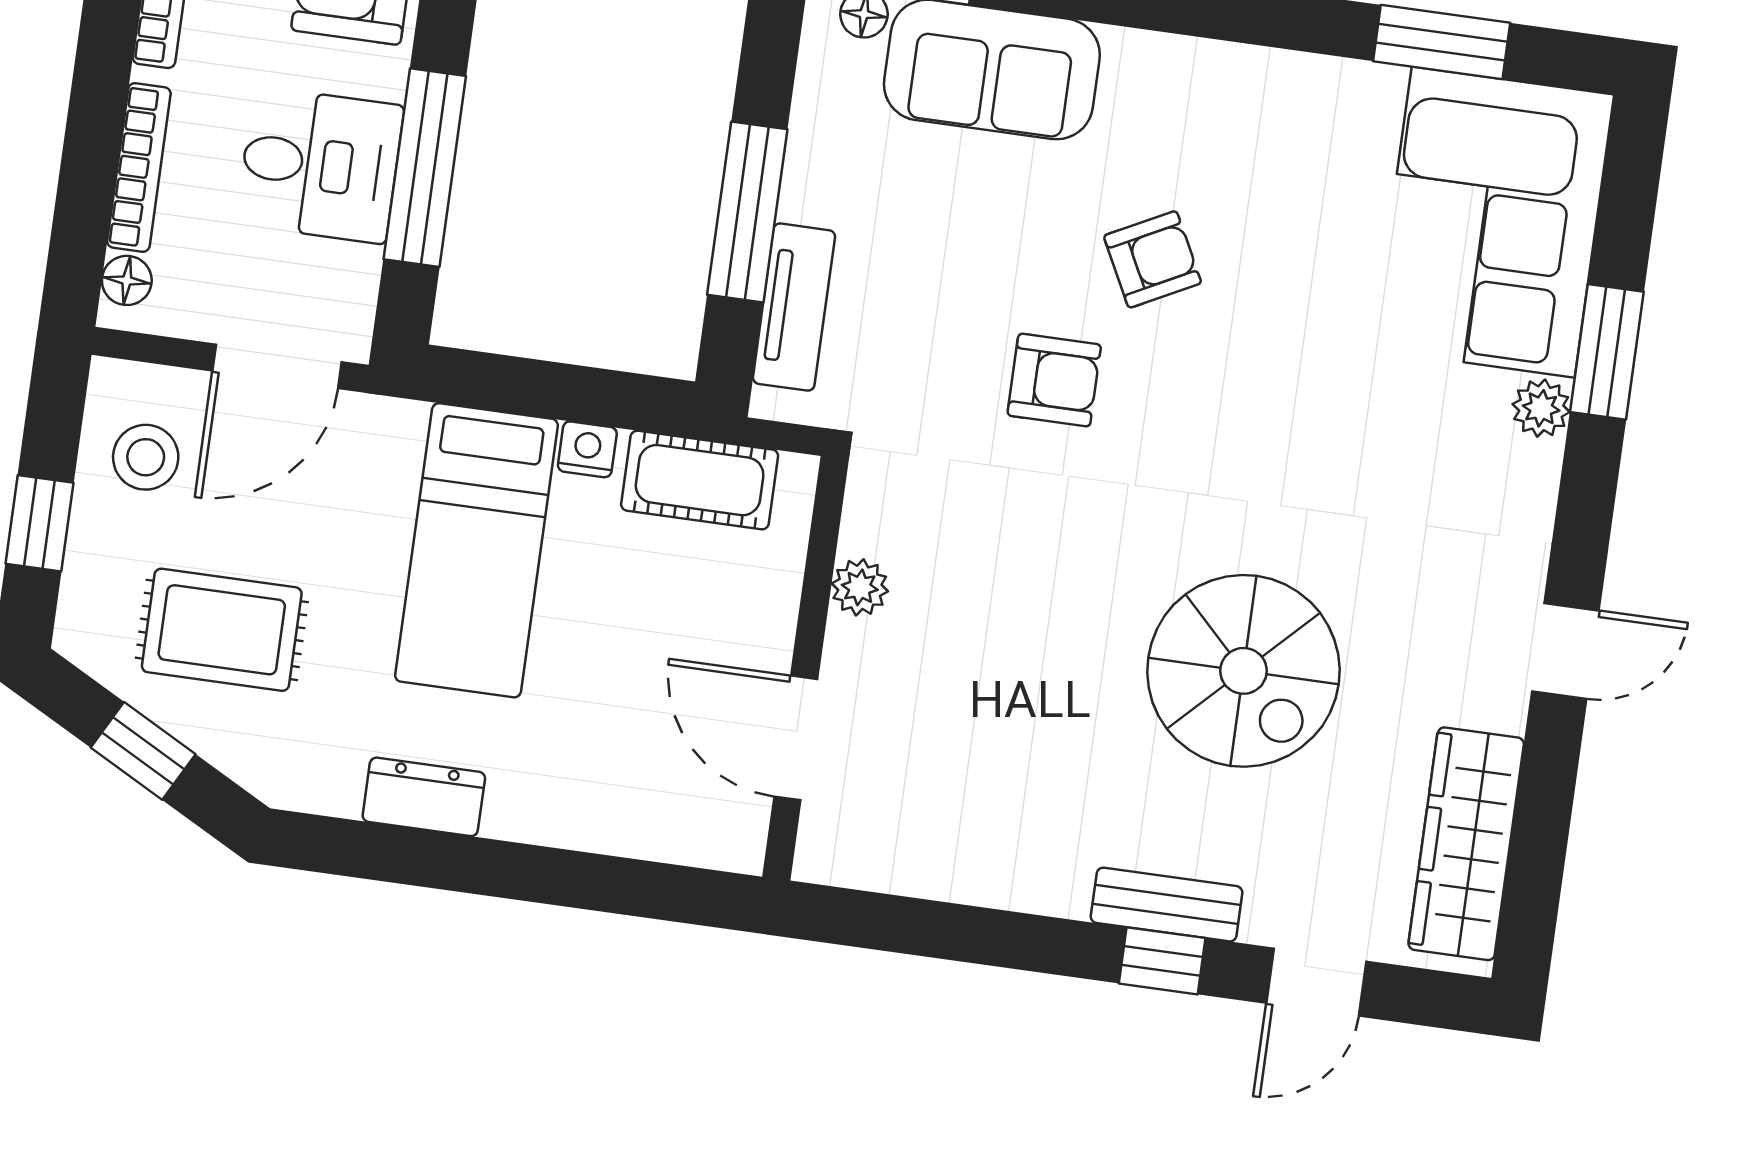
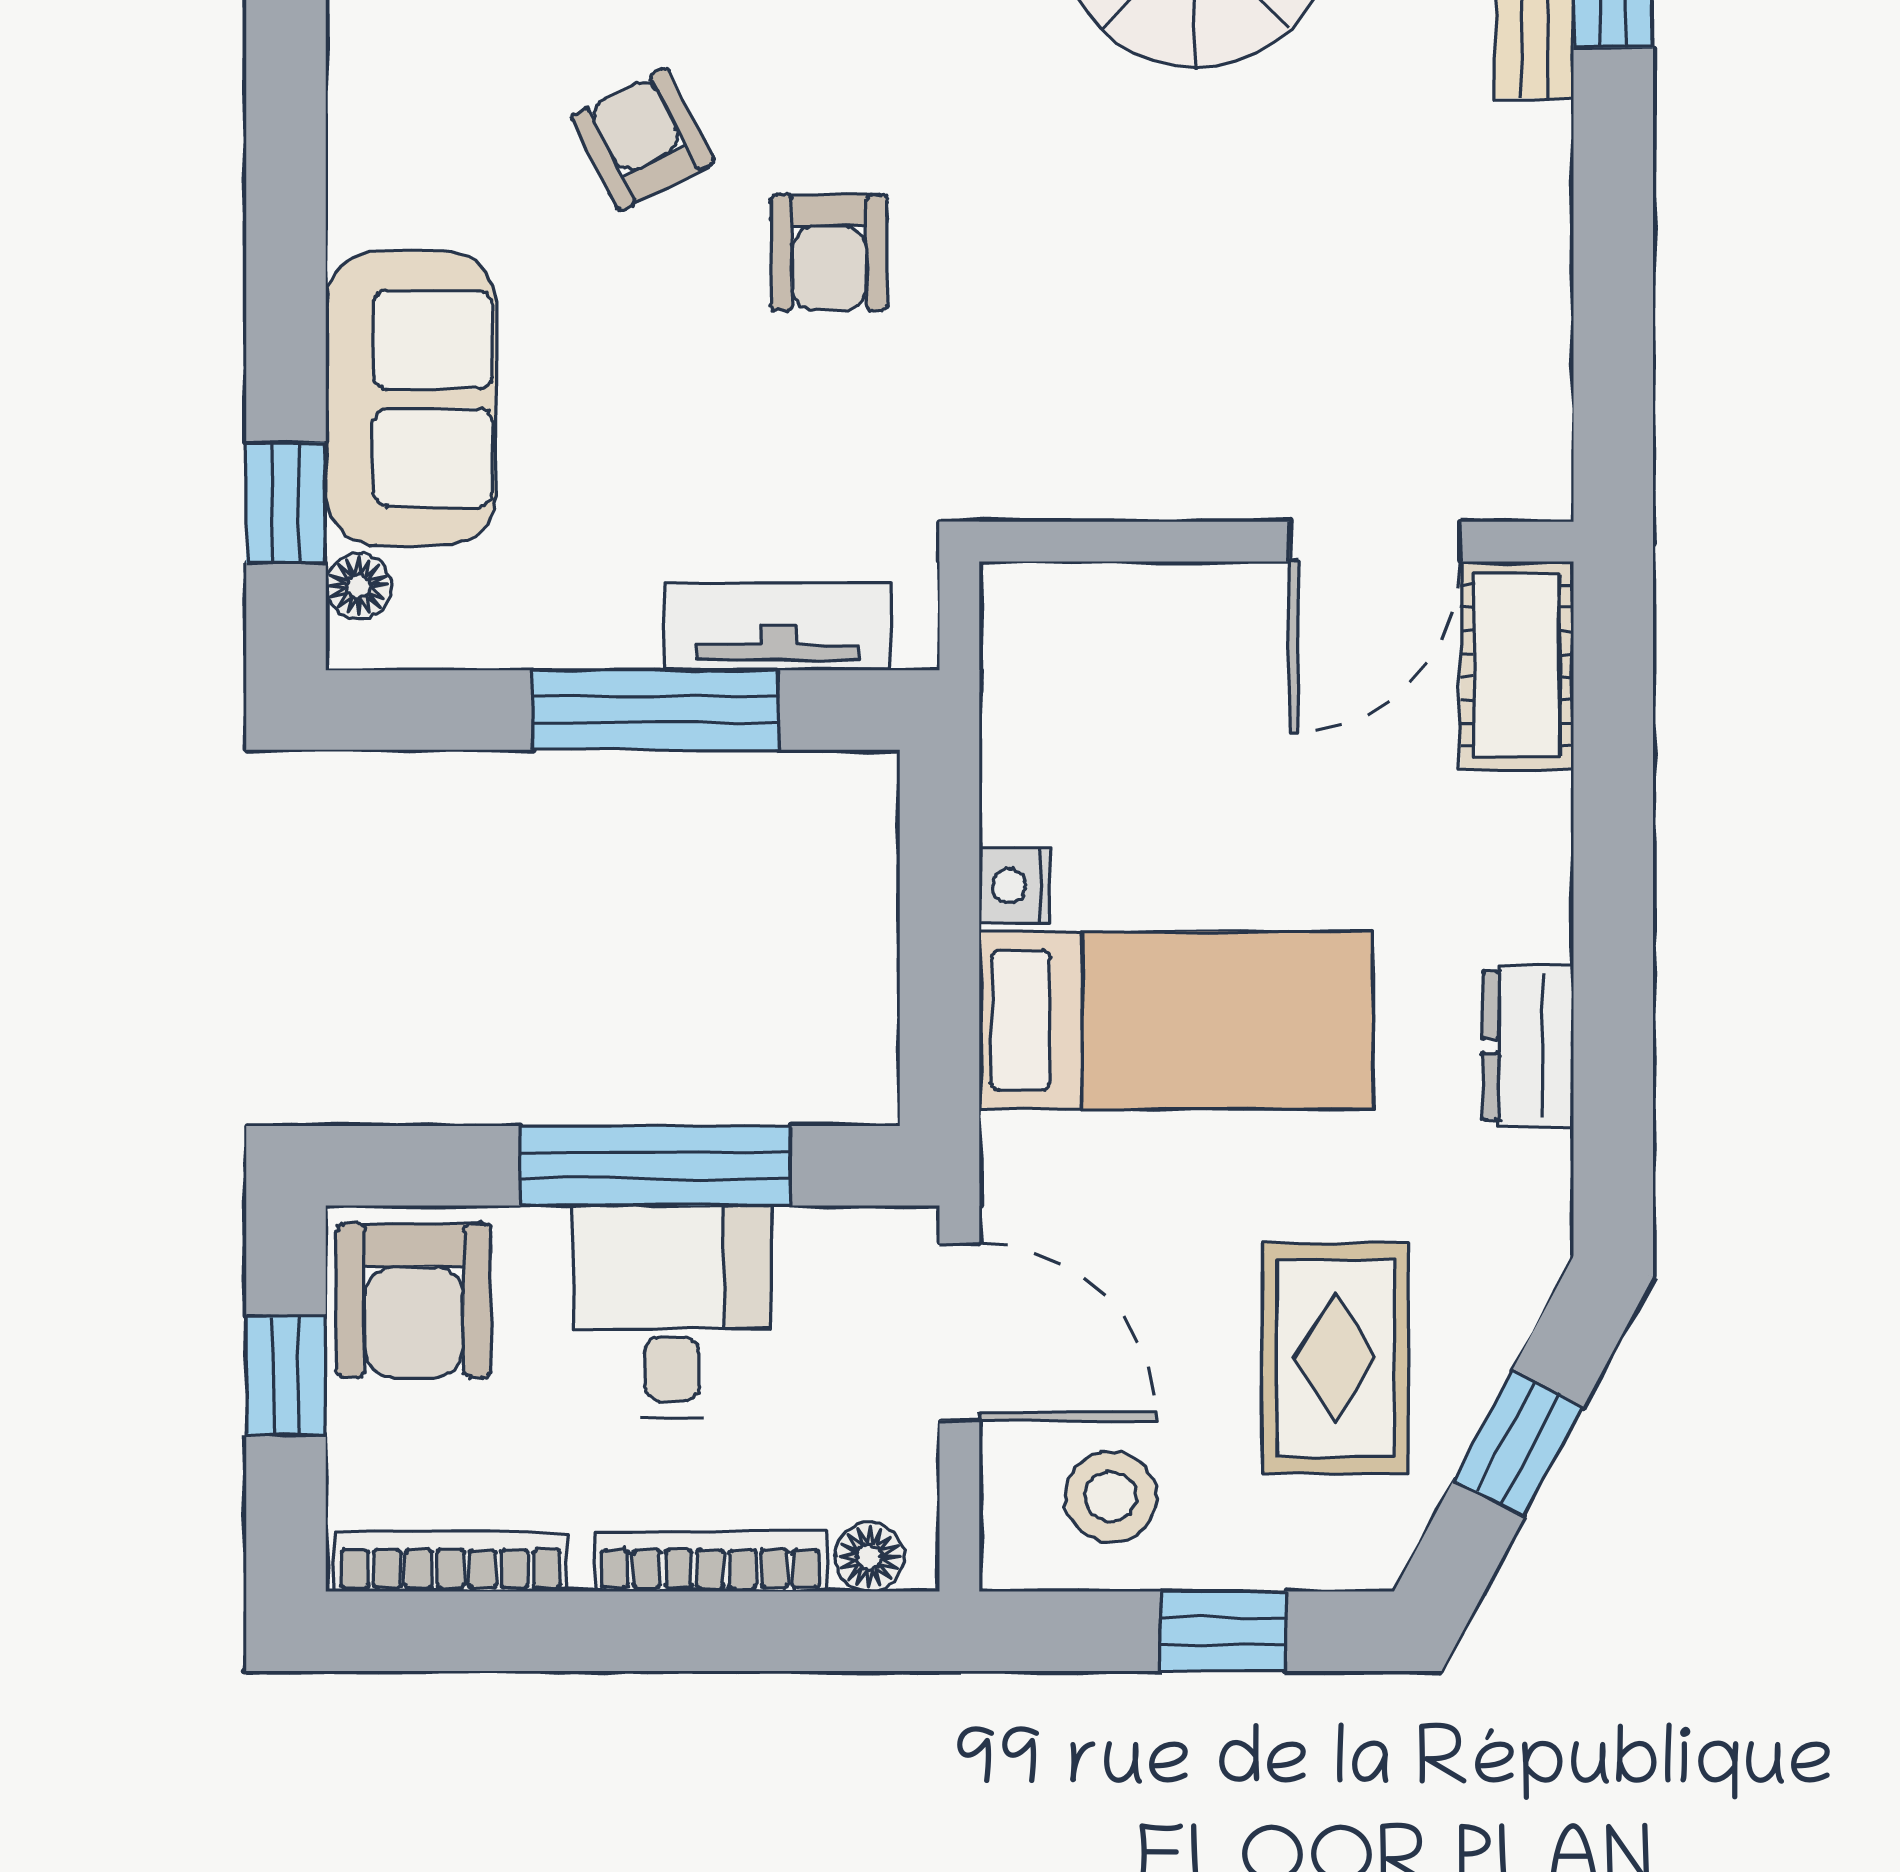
armchair: (1054, 380) -> (829, 252), turned 180
cot: (700, 480) -> (1517, 666), moved
plant: (860, 587) -> (1154, 482), removed

